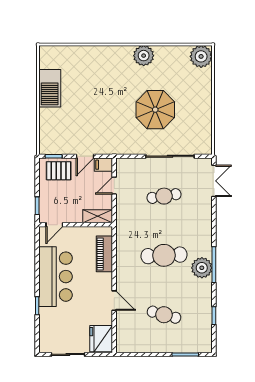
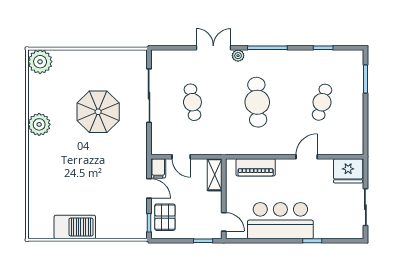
double door: (214, 181) -> (213, 48), moved
plant: (202, 268) -> (238, 56), moved, width x0.53, depth x0.53

